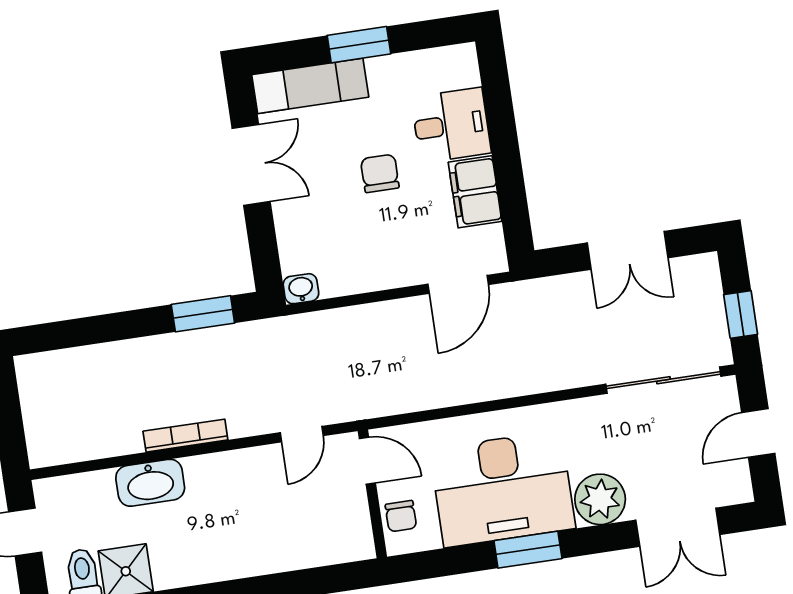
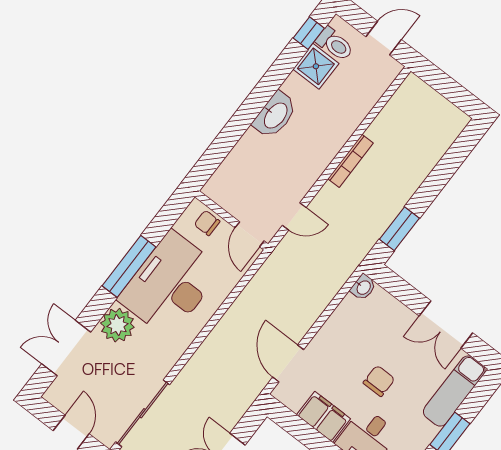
chair: (380, 173) -> (379, 381), turned -90
door: (302, 434) -> (294, 216), swing flipped
door: (367, 461) -> (250, 234), hinge flipped
washbasin: (150, 483) -> (275, 115), moved, turned 180
window: (528, 550) -> (129, 266), width x1.44

